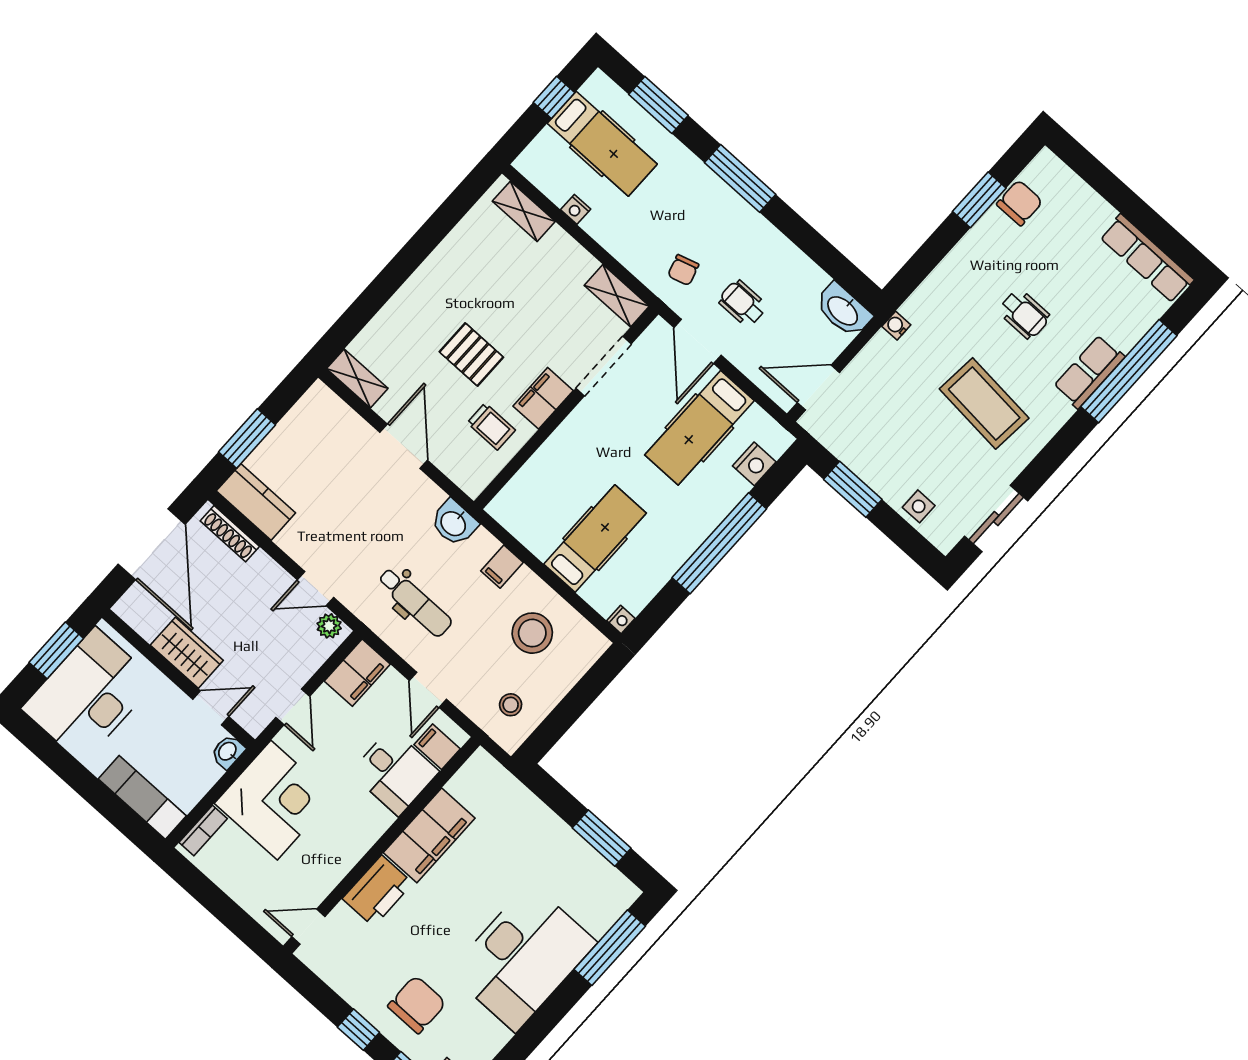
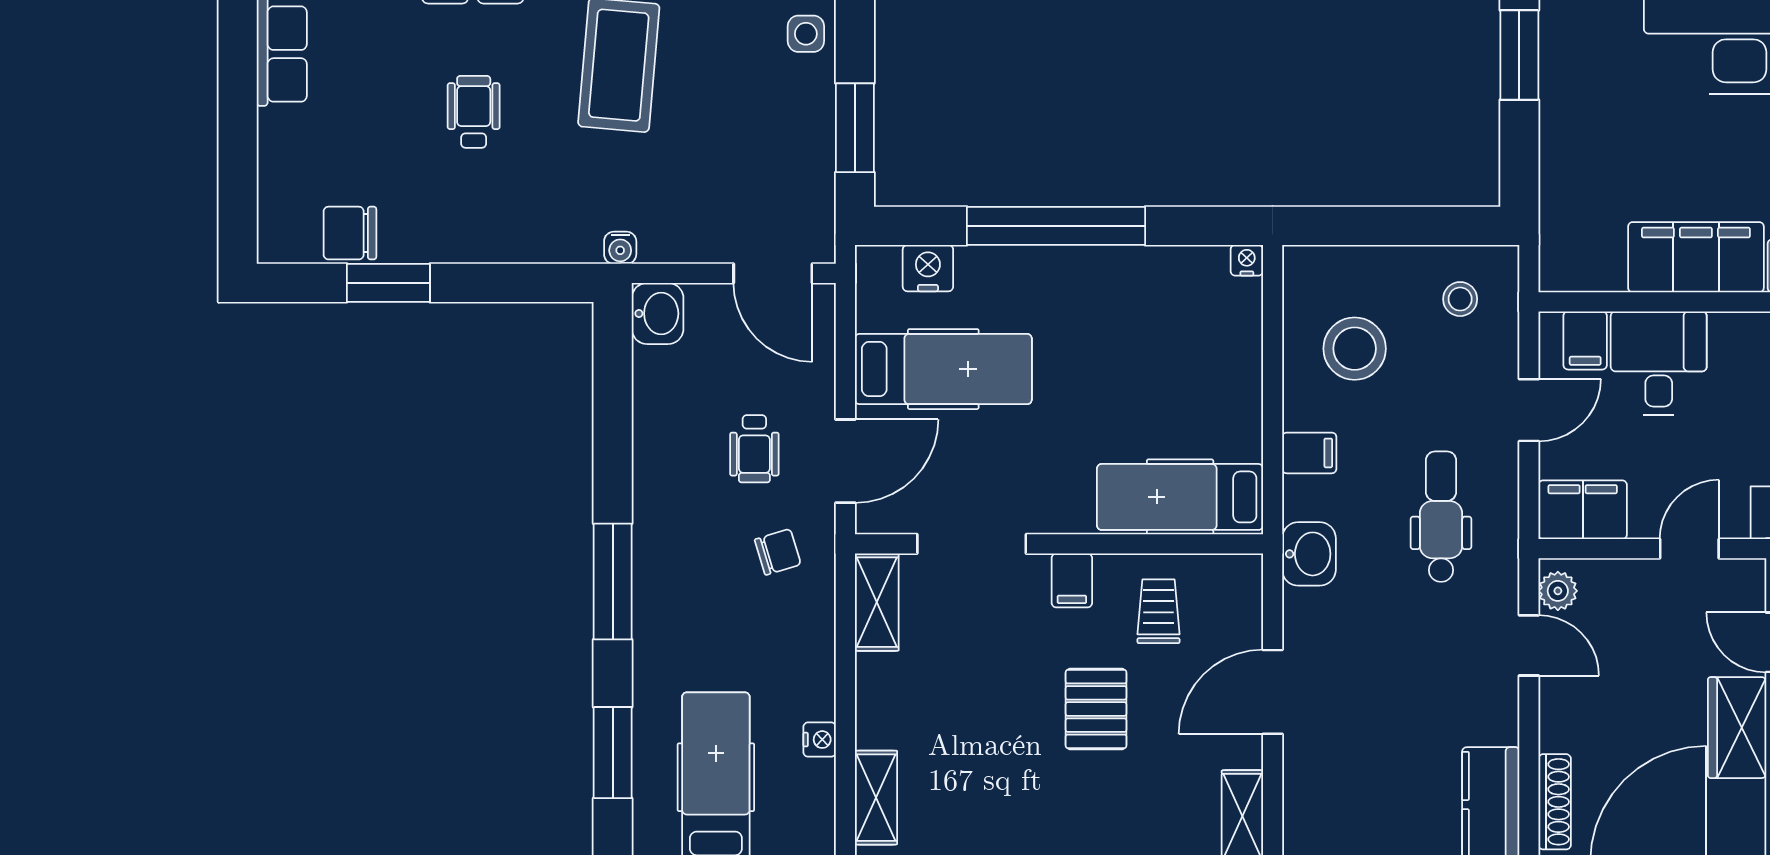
washbasin: (843, 310) -> (658, 313), width x0.72
filing cabinet: (543, 398) -> (1072, 580), width x0.50
hospital bed: (595, 539) -> (1180, 497), moved

